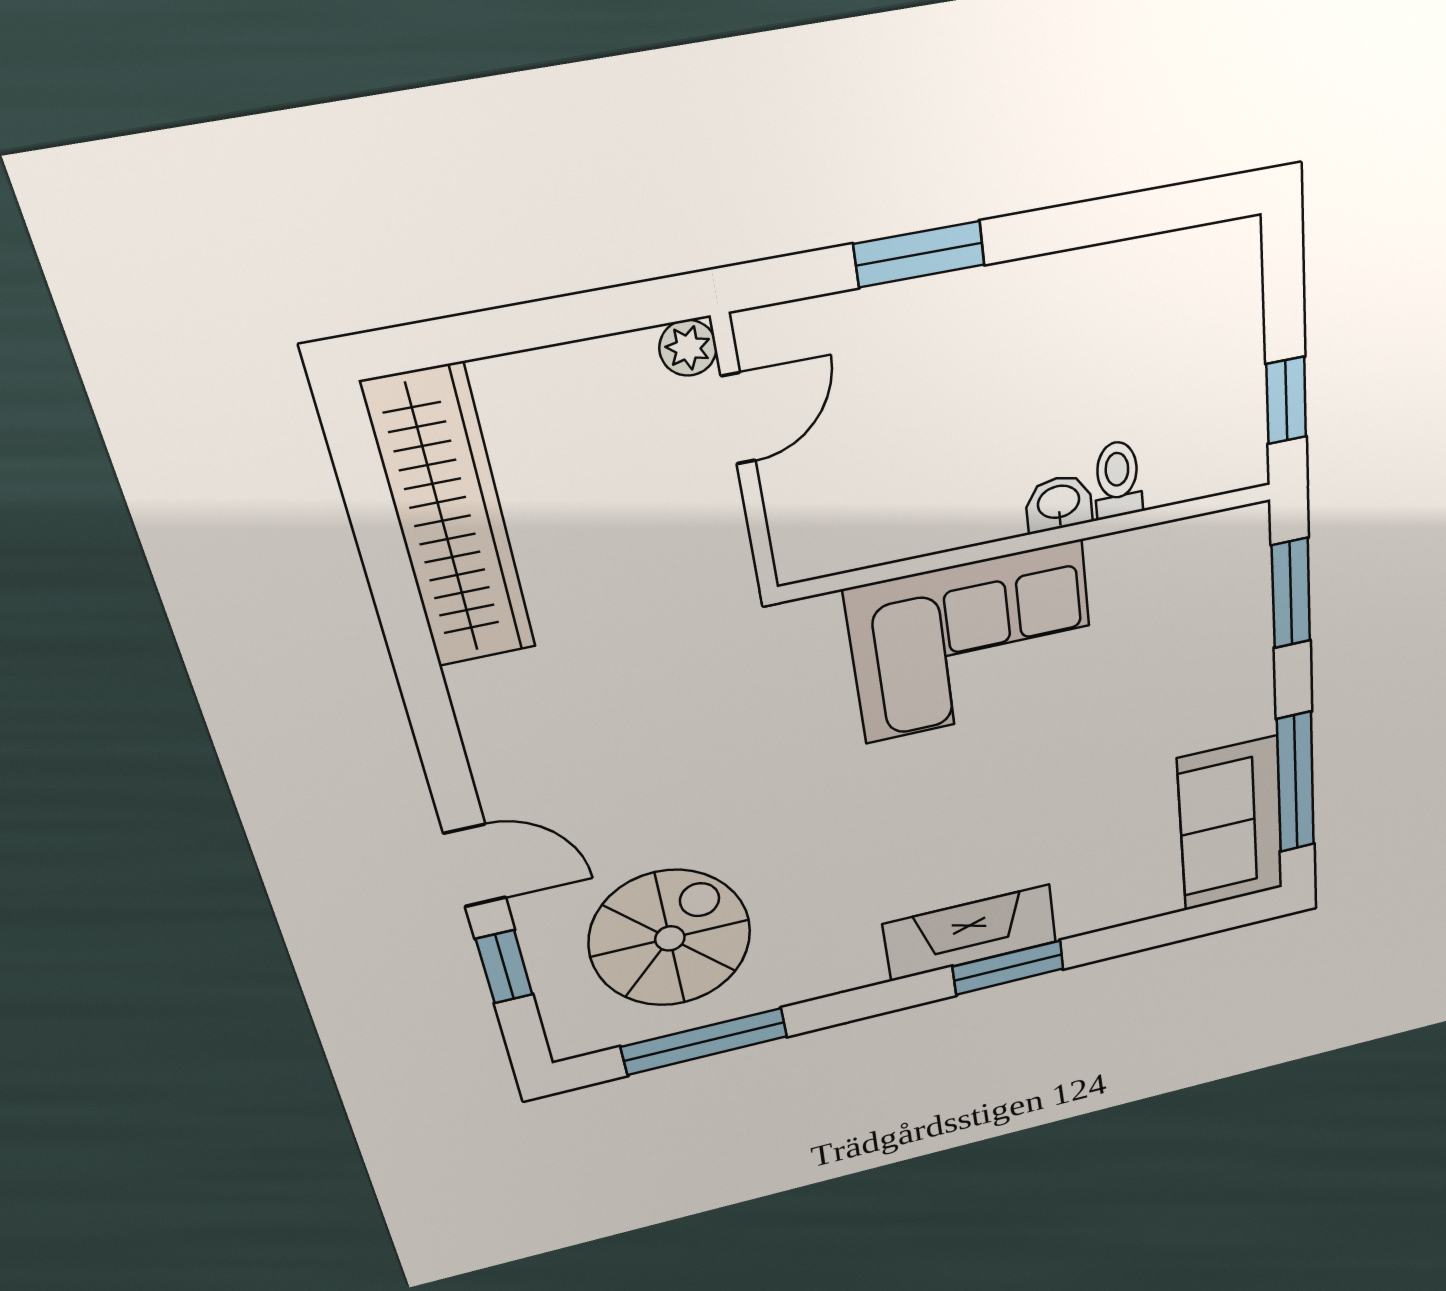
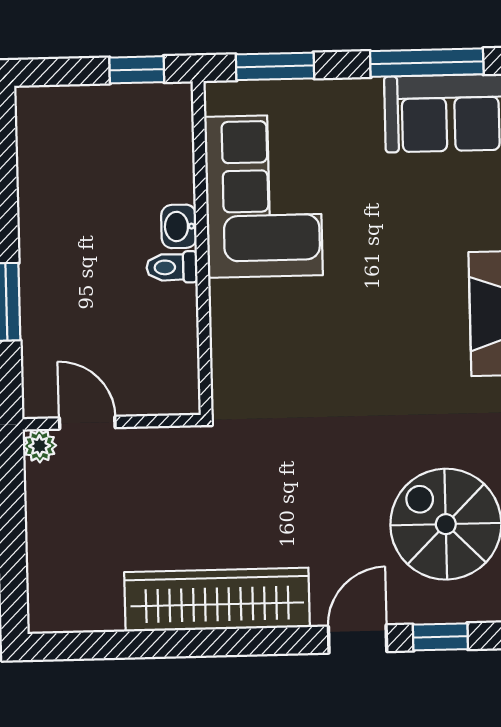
toilet: (1118, 480) -> (172, 267), moved
wardrobe: (451, 519) -> (217, 600), moved
corner sofa: (972, 643) -> (263, 196), moved

